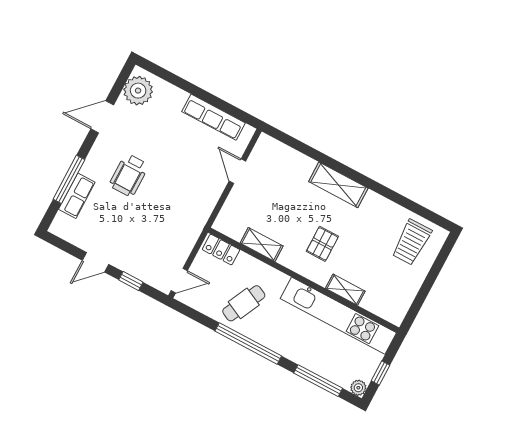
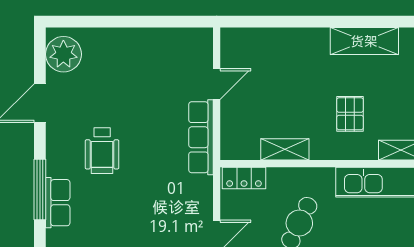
row of seats: (214, 117) -> (201, 137), moved, turned 90
door: (237, 171) -> (217, 84), swing flipped
shelving: (338, 185) -> (364, 41), moved

